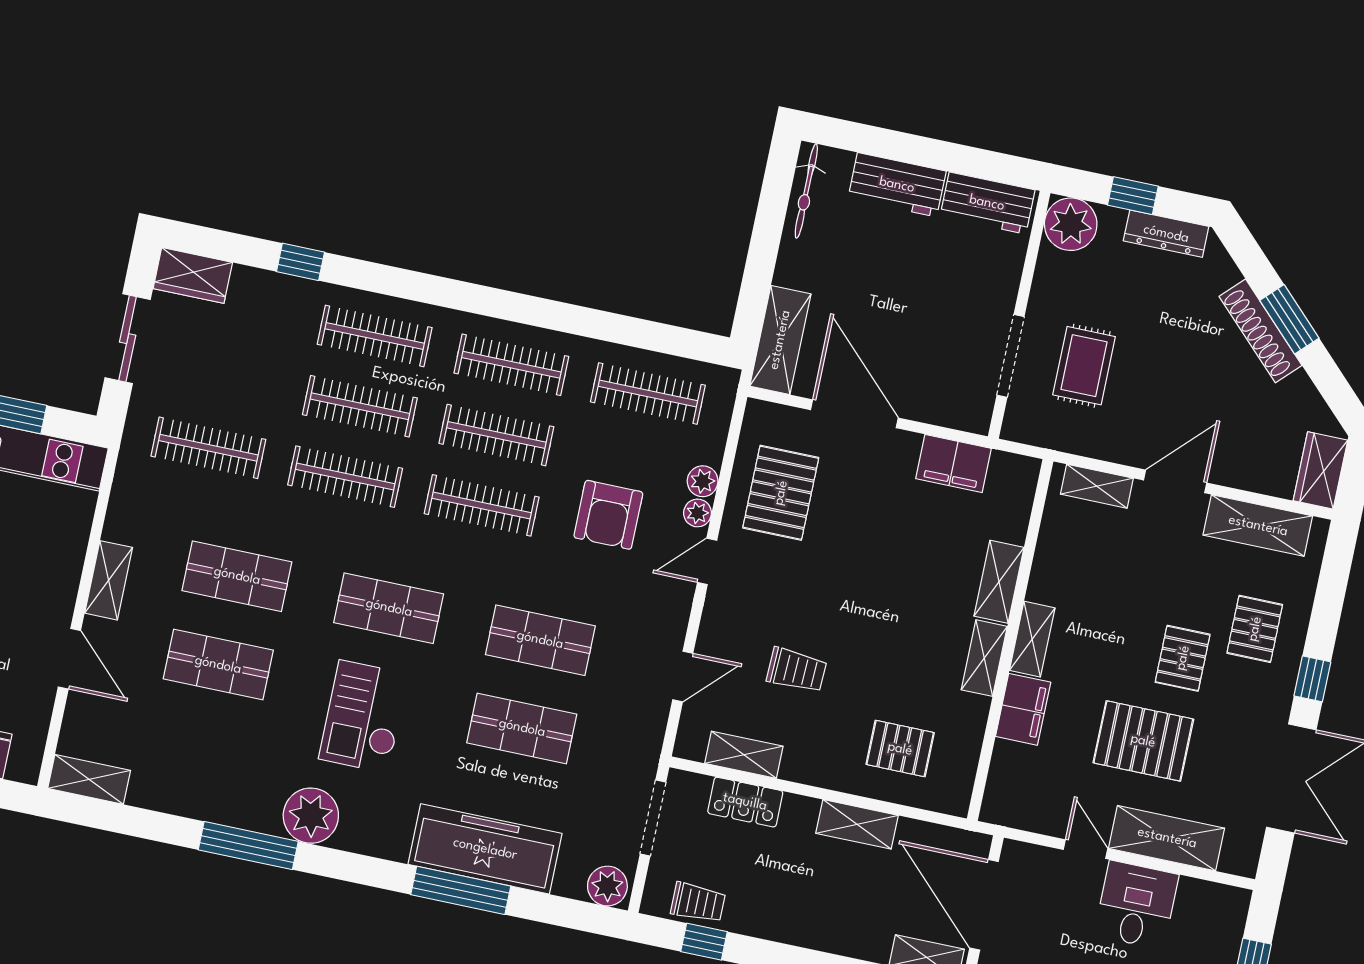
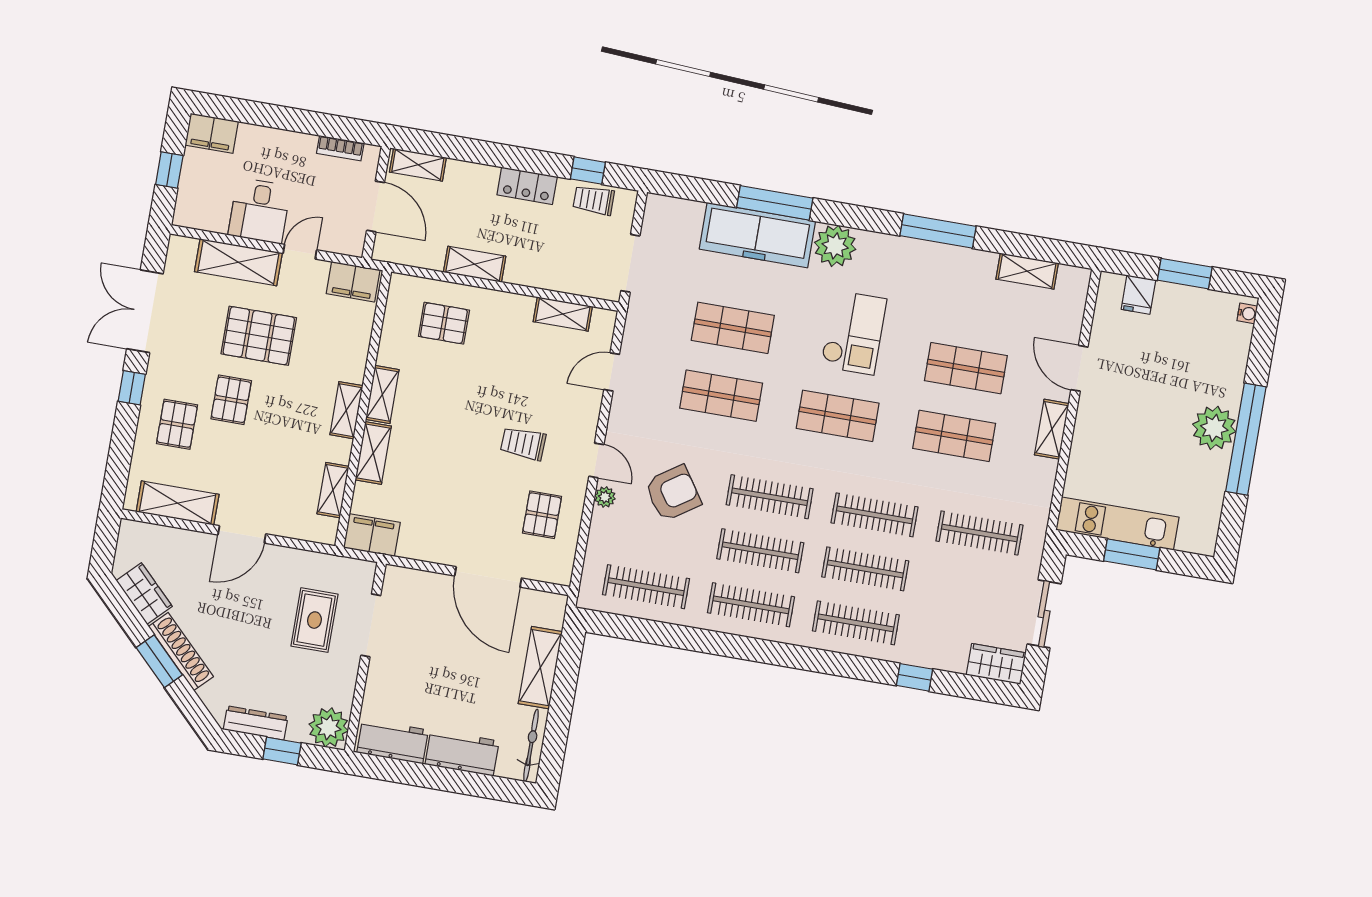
shelving: (780, 340) -> (540, 668), moved
filing cabinet: (954, 463) -> (372, 535), moved
wardrobe: (1320, 470) -> (144, 594), moved, turned -45
plant: (703, 481) -> (602, 521), removed
shelving: (1097, 486) -> (333, 490), moved, turned 90
pallet: (781, 493) -> (542, 515), width x0.67, depth x0.71
armchair: (608, 515) -> (673, 493), turned 56
door: (707, 561) -> (596, 460), hinge flipped
trolley: (797, 670) -> (523, 444), moved
filing cabinet: (1023, 709) -> (353, 282), moved, turned -90
shelving: (89, 779) -> (1027, 271), moved
locker: (745, 802) -> (527, 186), moved, turned 180
plant: (311, 816) -> (835, 246), moved
door: (1085, 849) -> (300, 252), swing flipped
plant: (607, 886) -> (663, 210), removed
door: (984, 905) -> (376, 206), width x0.73

